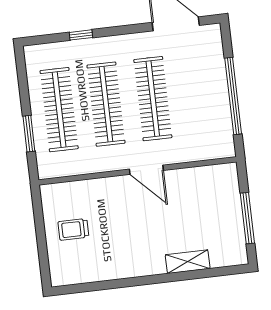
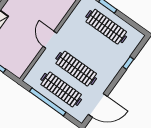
clothes rail: (106, 104) -> (61, 89), moved
door: (146, 170) -> (50, 40), hinge flipped

